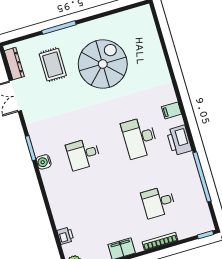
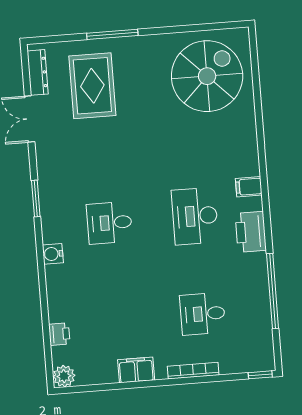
spiral stairs: (103, 64) -> (207, 76), moved
rug: (53, 65) -> (92, 86), width x1.36, depth x1.43
water cooler: (44, 162) -> (53, 254), moved

